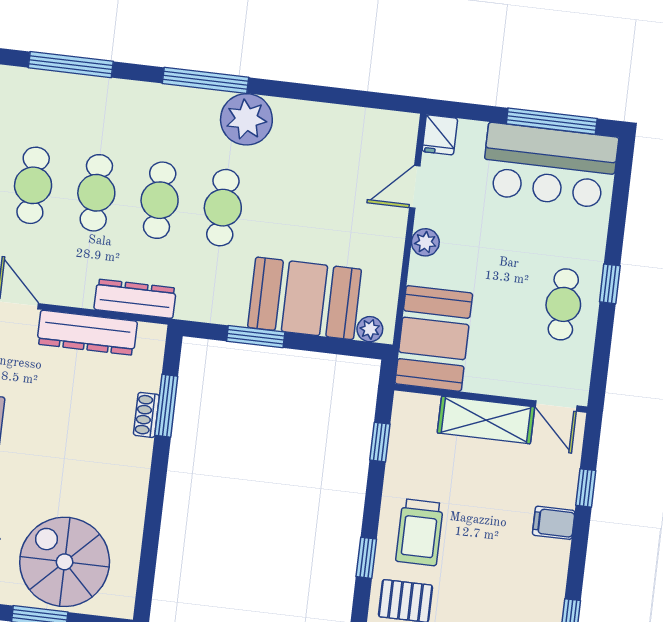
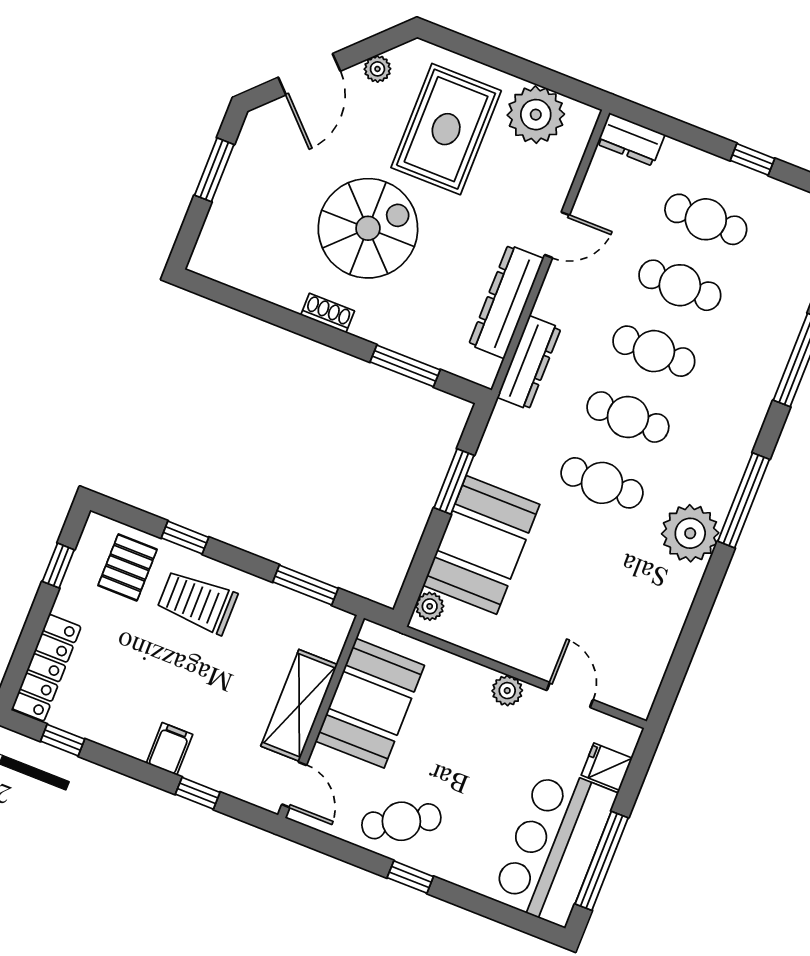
fridge: (440, 135) -> (607, 767), moved
cafe table: (563, 304) -> (401, 821), turned -30
booth: (434, 338) -> (370, 703), moved, turned 90
door: (556, 406) -> (294, 785), swing flipped
shoe rack: (146, 415) -> (328, 313), moved
window: (380, 442) -> (305, 585), width x1.50
spiral stairs: (65, 562) -> (368, 228), moved

